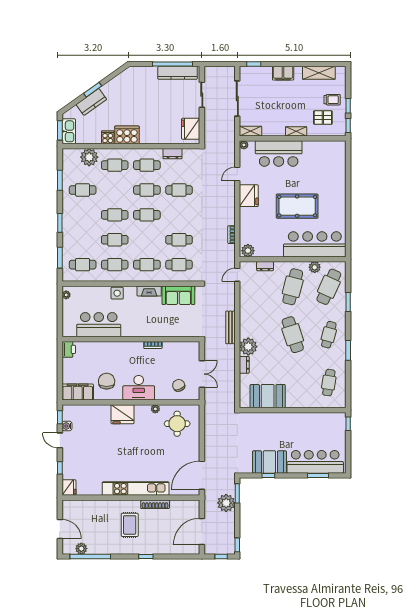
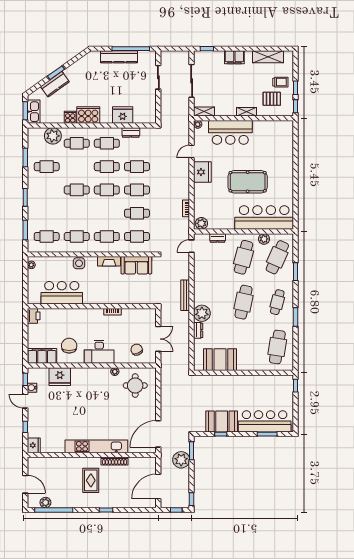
kitchen counter: (178, 73) -> (119, 57), moved
fridge: (191, 129) -> (123, 115), moved, turned 90
cafe table: (115, 240) -> (137, 190), moved
cafe table: (293, 335) -> (243, 302), turned 30
cafe table: (329, 383) -> (277, 347), width x1.37, depth x1.35
fridge: (122, 414) -> (60, 377), moved

